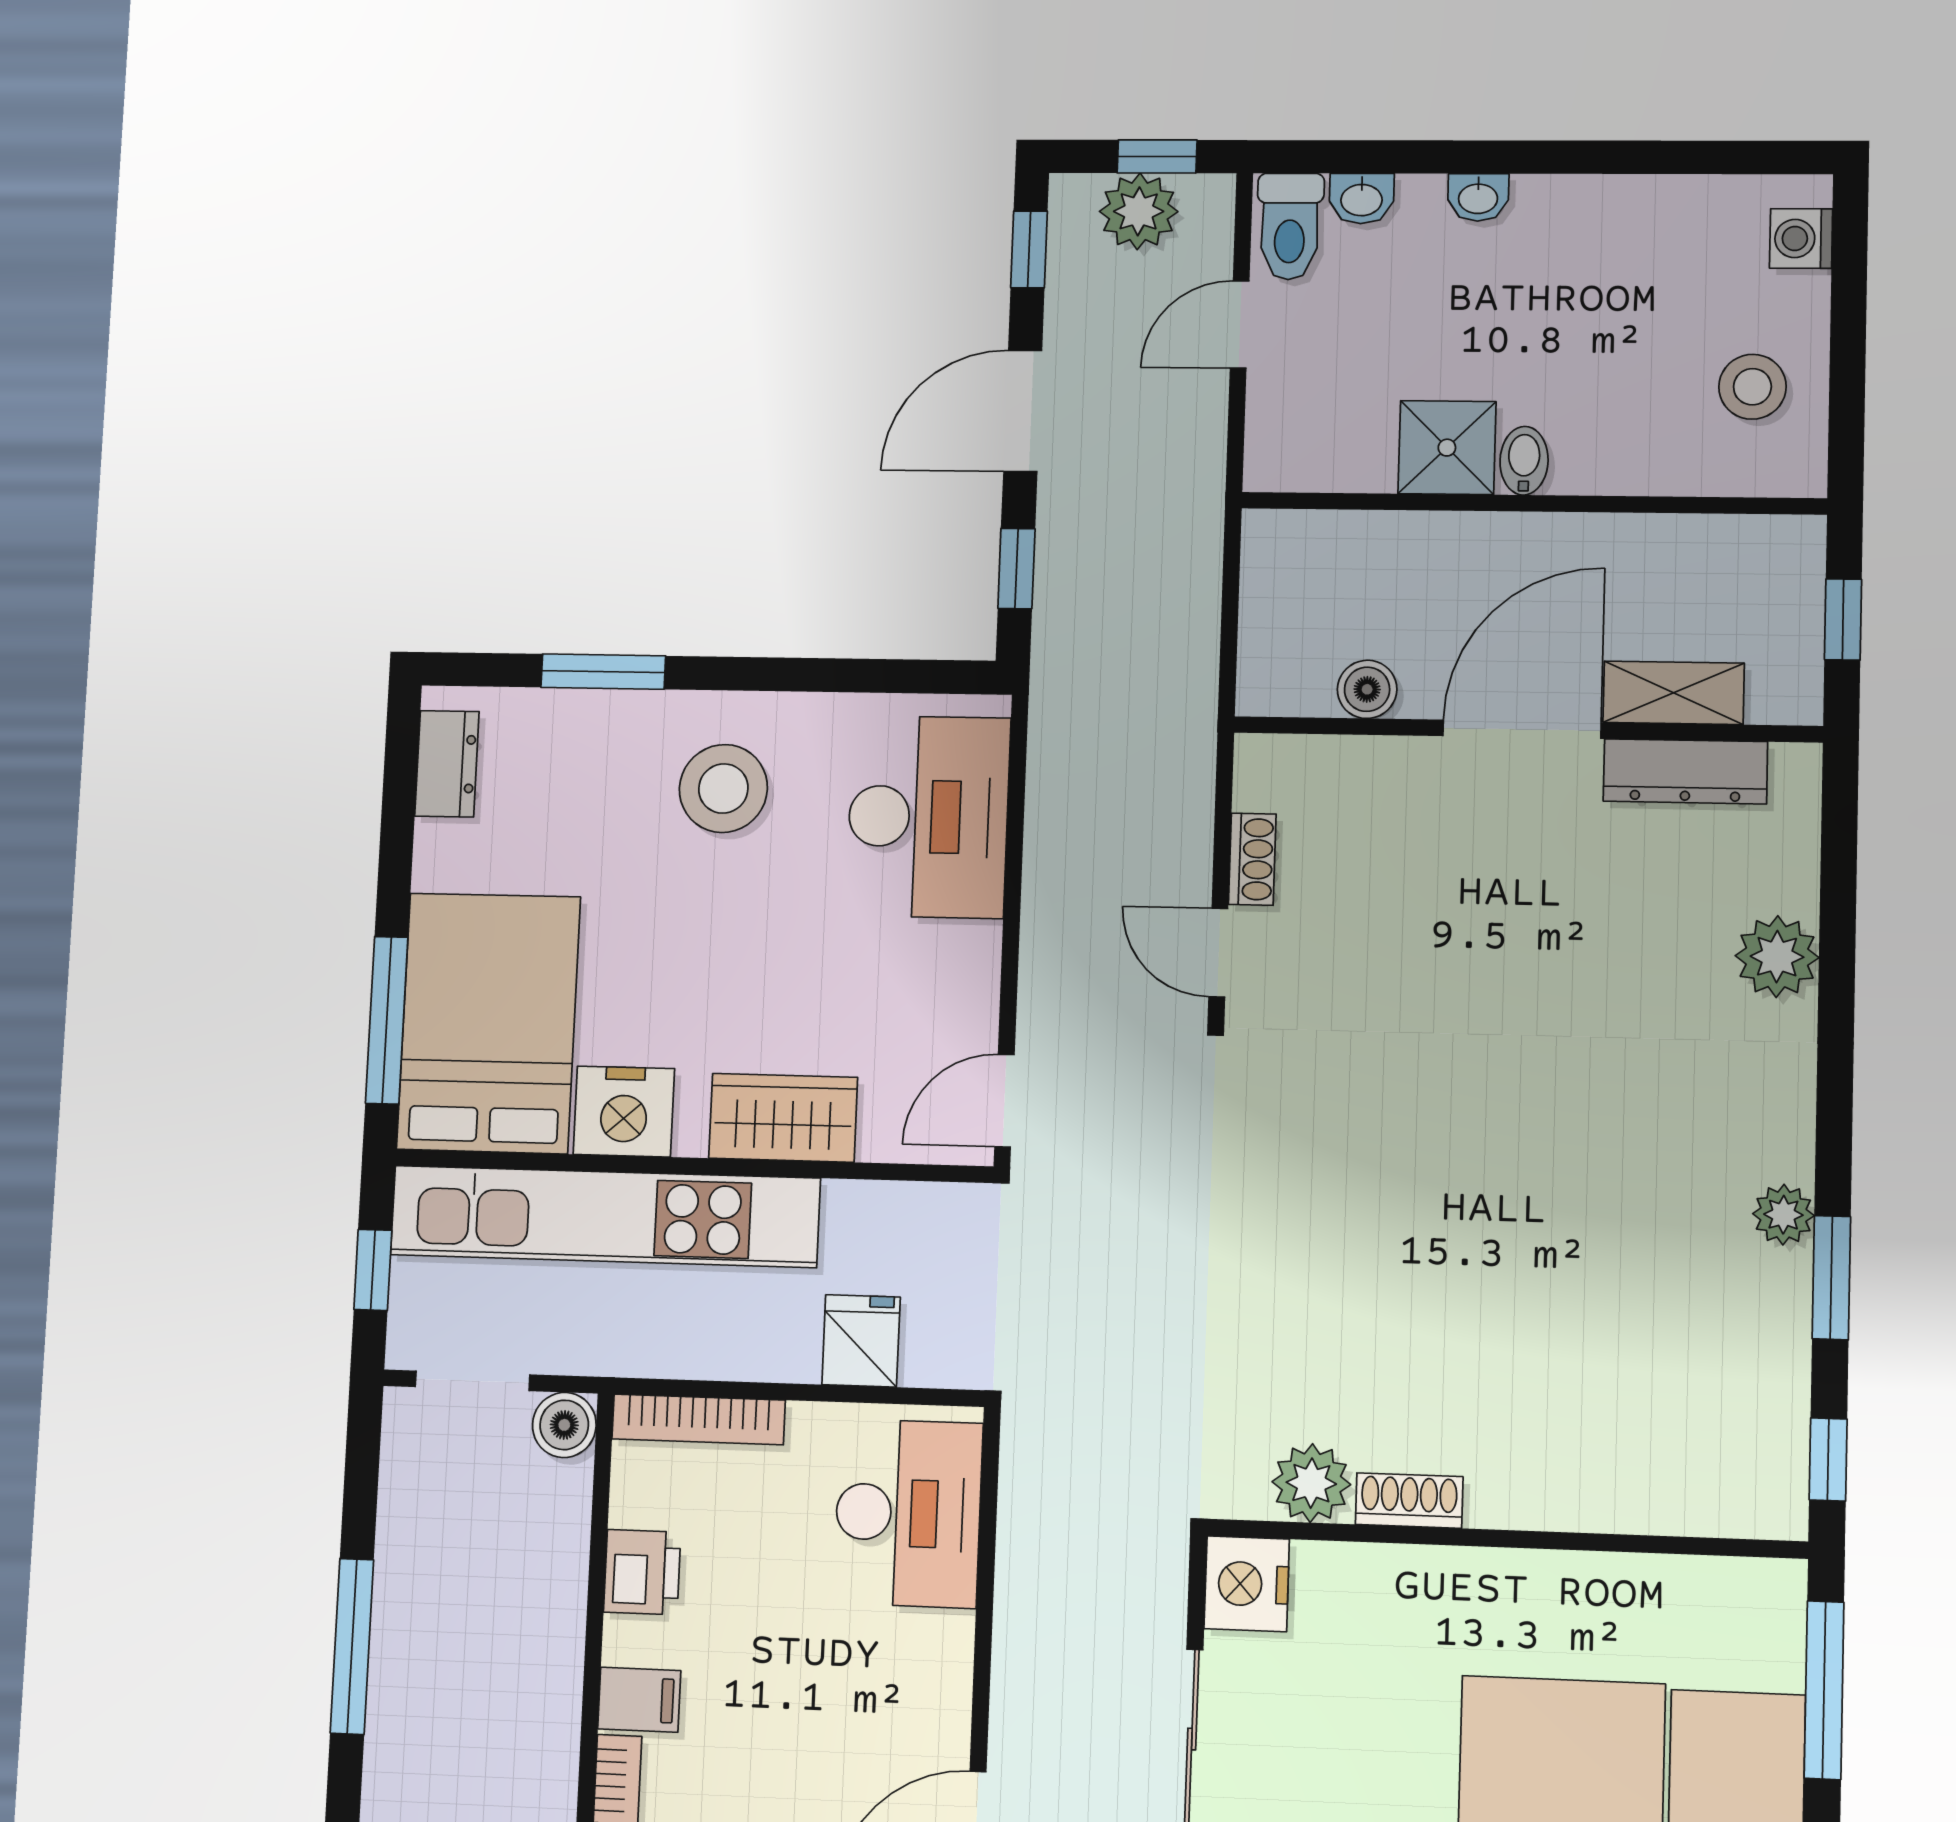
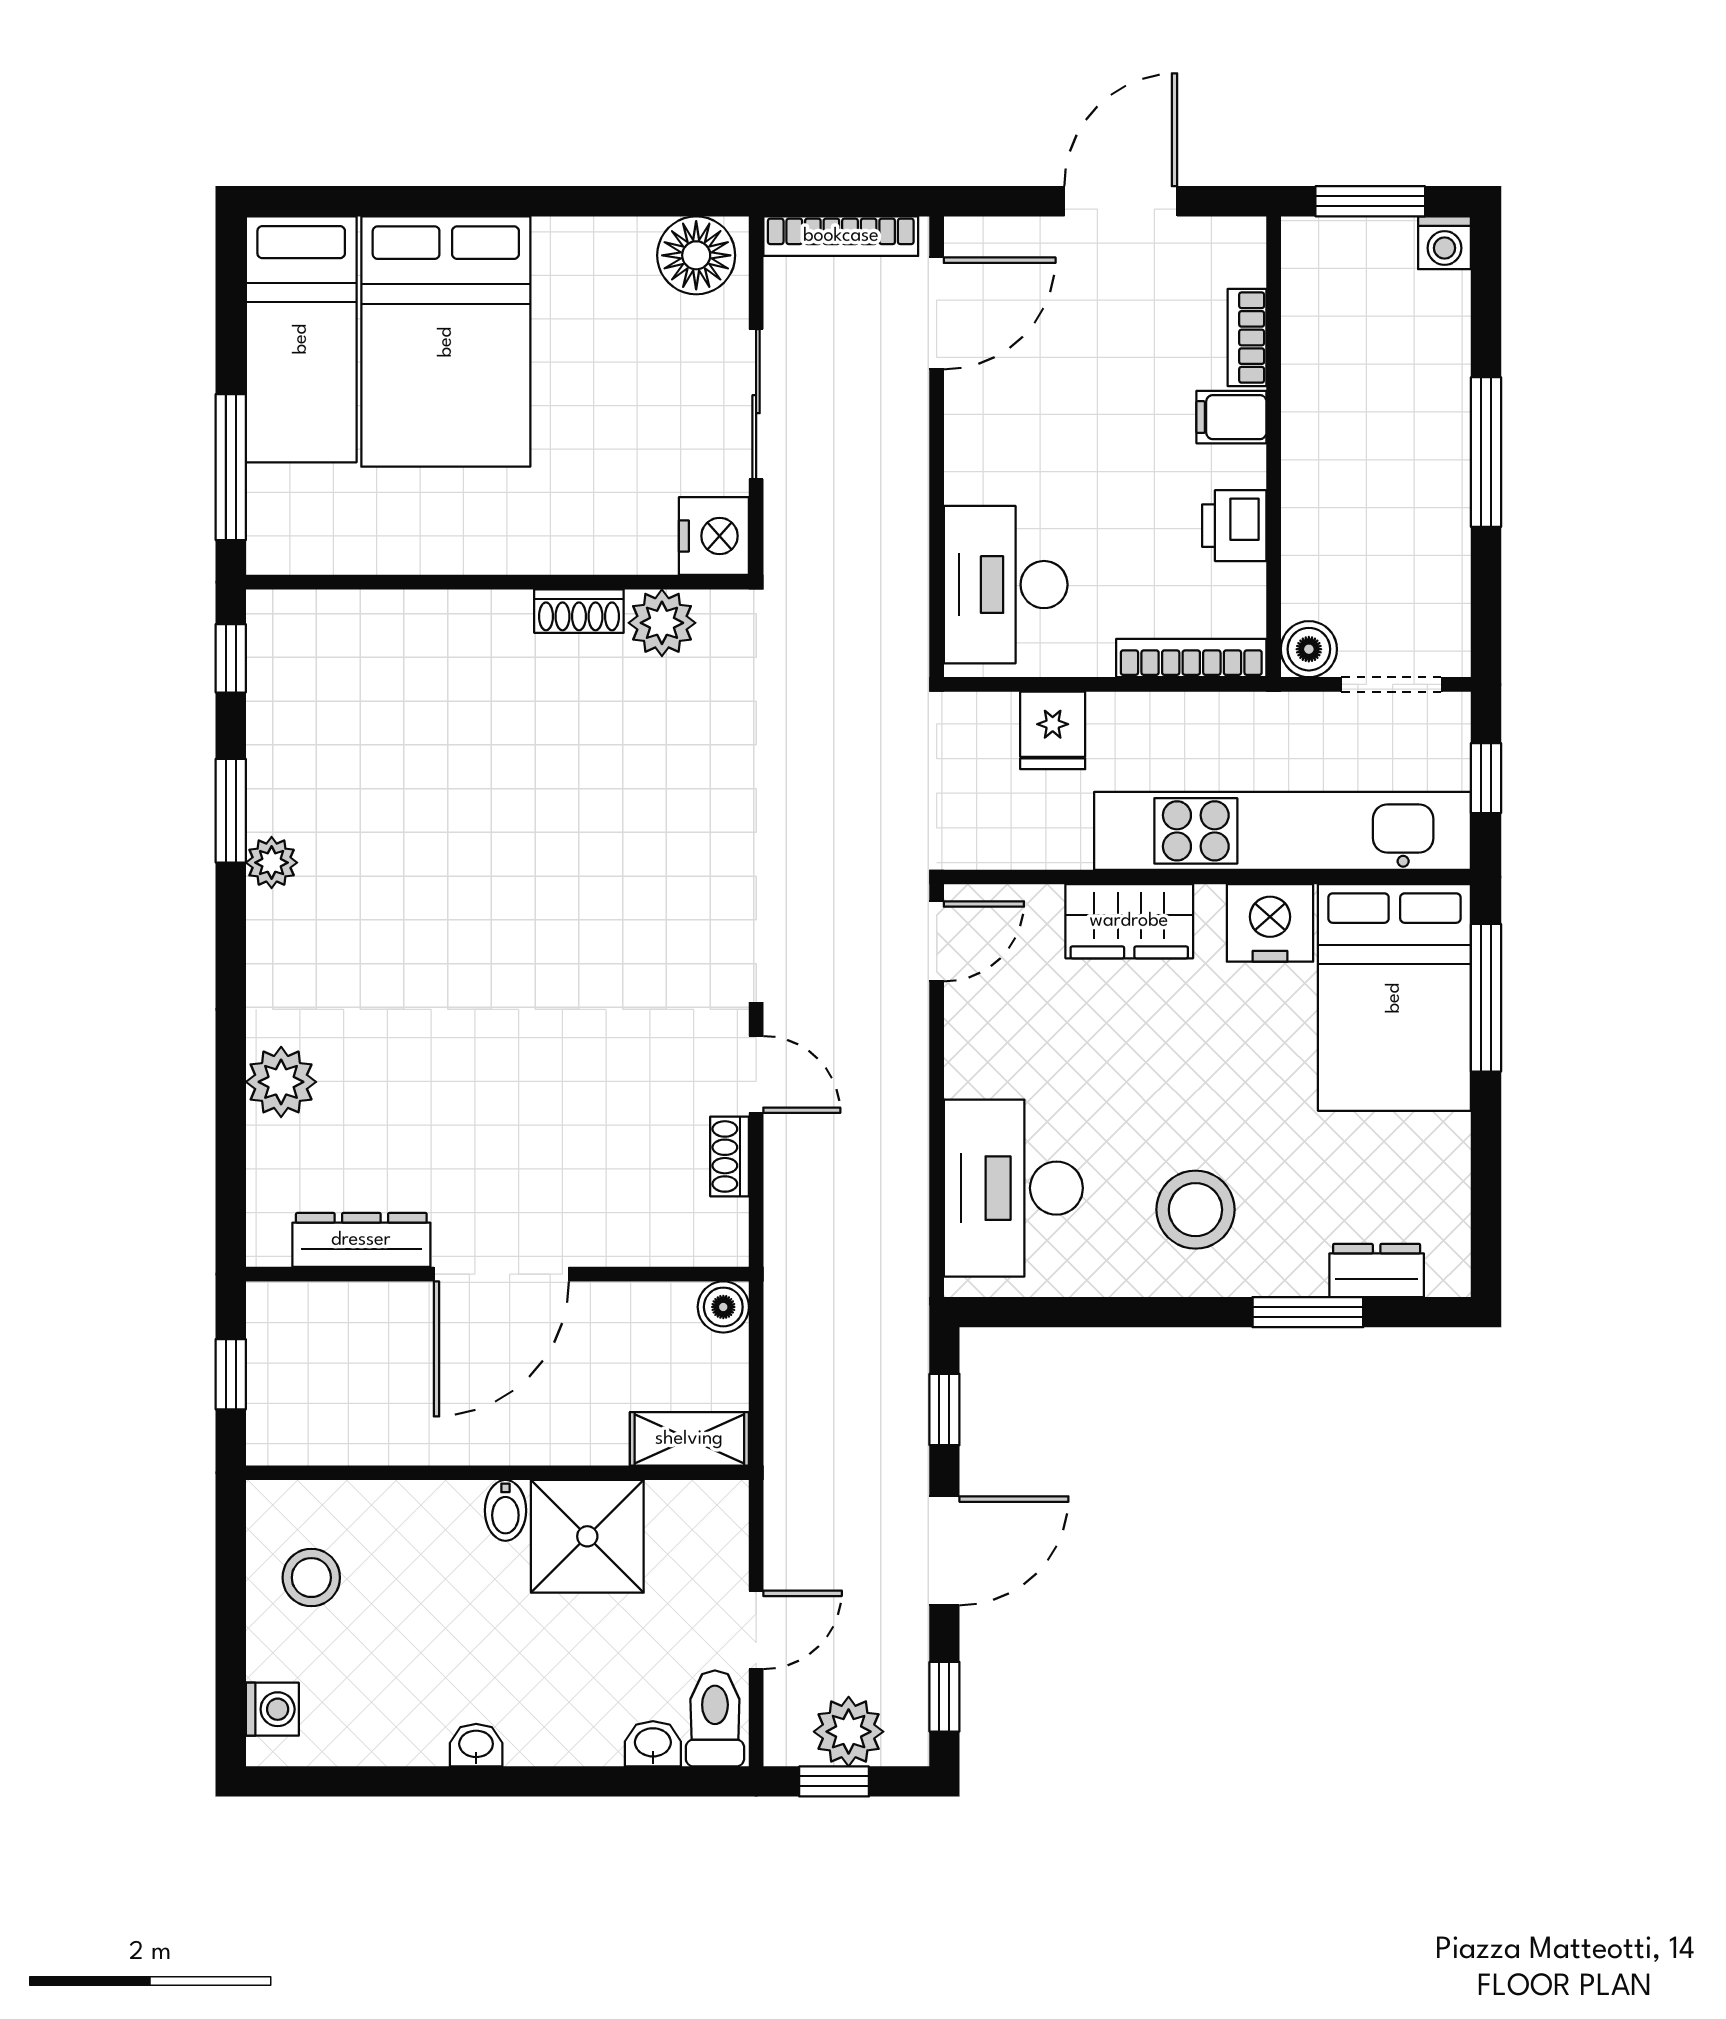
washbasin: (1478, 197) -> (476, 1745), moved
shower: (1447, 448) -> (587, 1536), width x1.36, depth x1.36
boiler: (1367, 689) -> (723, 1307), moved
shelving: (1674, 693) -> (689, 1439), moved
dresser: (447, 764) -> (1377, 1270), moved, turned 90

